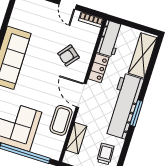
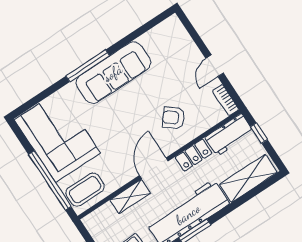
window: (127, 23) -> (259, 133), added
coffee table: (61, 120) -> (85, 190), moved
shelving: (76, 138) -> (130, 197), moved

